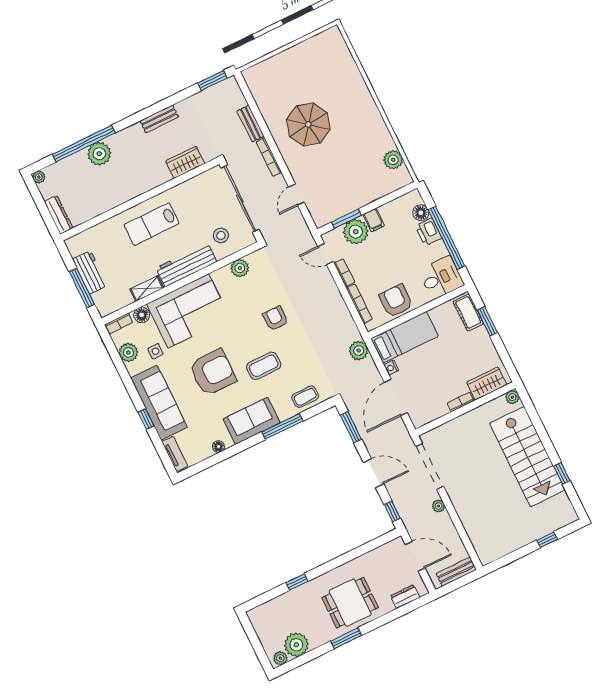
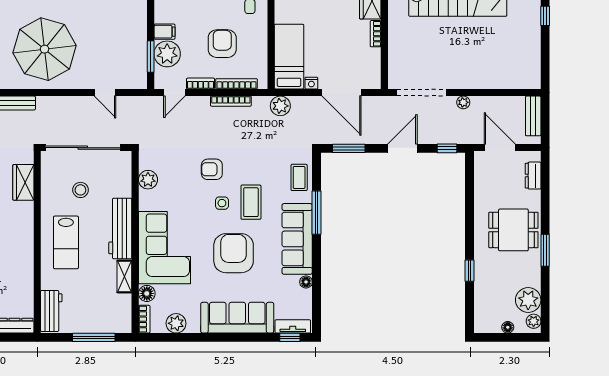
parasol: (308, 125) -> (45, 49), width x1.36, depth x1.36
bookcase: (269, 157) -> (231, 101), moved
stool: (221, 235) -> (80, 190), moved
workbench: (90, 272) -> (51, 311), moved, turned 90
armchair: (396, 301) -> (222, 44), moved, turned 90
side table: (156, 351) -> (222, 203), moved
window: (146, 419) -> (290, 337), moved
sofa: (252, 421) -> (297, 239), width x1.36
door: (415, 556) -> (500, 148), hinge flipped
dining table: (350, 603) -> (513, 230), turned 90
floor lamp: (264, 639) -> (508, 327), added

